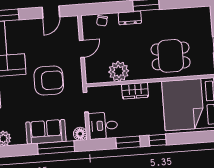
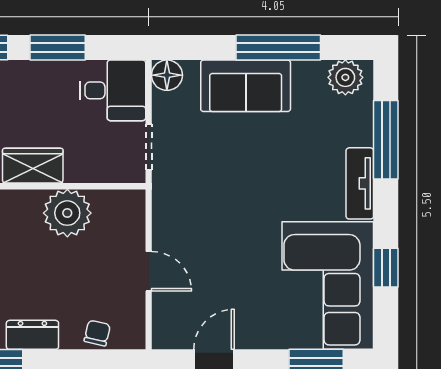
door: (82, 49) -> (149, 271), swing flipped
armchair: (49, 80) -> (230, 204), removed
window: (56, 148) -> (278, 48), moved

